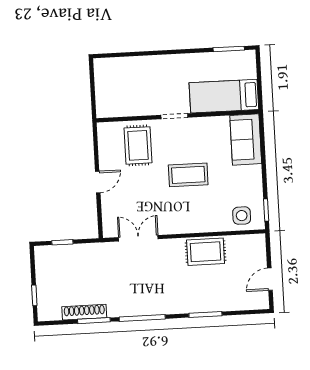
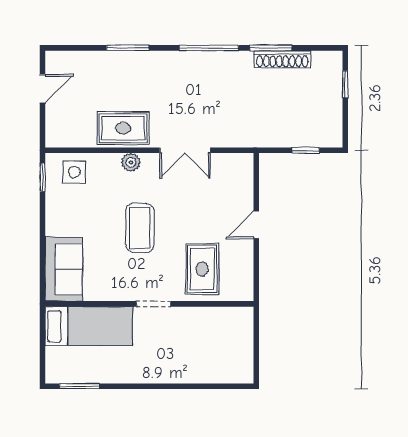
coffee table: (188, 175) -> (140, 228), turned 90
plant: (198, 225) -> (131, 162), added
double door: (138, 238) -> (185, 150), moved

